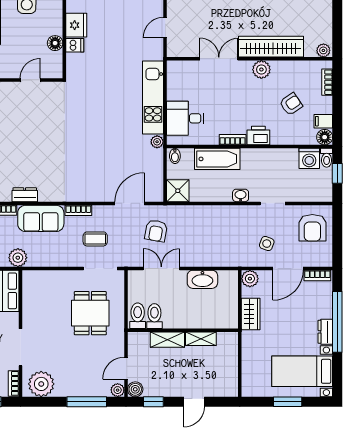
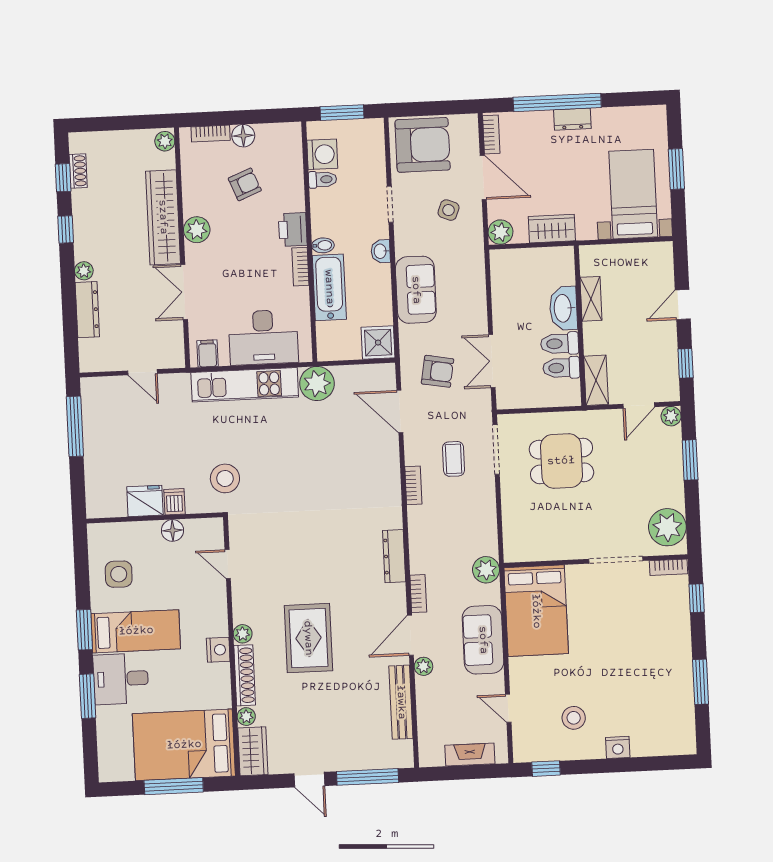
stool: (89, 81) -> (225, 478), added
armchair: (291, 104) -> (245, 184), turned 102
desk: (185, 118) -> (263, 337), width x1.37
filing cabinet: (323, 121) -> (208, 353), moved, turned 180
floor lamp: (325, 137) -> (243, 136), moved
plant: (157, 142) -> (317, 384), width x1.88, depth x1.88
bidet: (175, 156) -> (323, 245), moved
toilet: (327, 158) -> (323, 179), moved
window: (337, 173) -> (342, 113), width x1.50
dresser: (25, 195) -> (394, 556), width x1.44
sofa: (41, 218) -> (416, 290), moved
armchair: (312, 228) -> (423, 145), width x1.36, depth x1.36
washbasin: (202, 279) -> (563, 308), moved, turned 180
toilet: (138, 316) -> (560, 344), moved
shelving: (167, 340) -> (596, 380), moved
door: (126, 368) -> (639, 405), hinge flipped
bed with nightstands: (302, 371) -> (633, 194), moved, turned 180
boiler: (135, 389) -> (669, 391), removed
window: (87, 402) -> (690, 460), width x0.69
door: (194, 402) -> (683, 305), swing flipped

